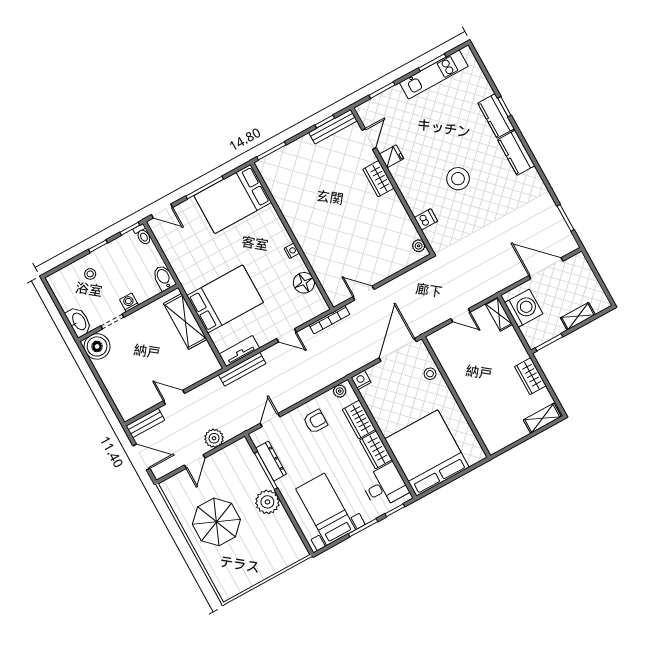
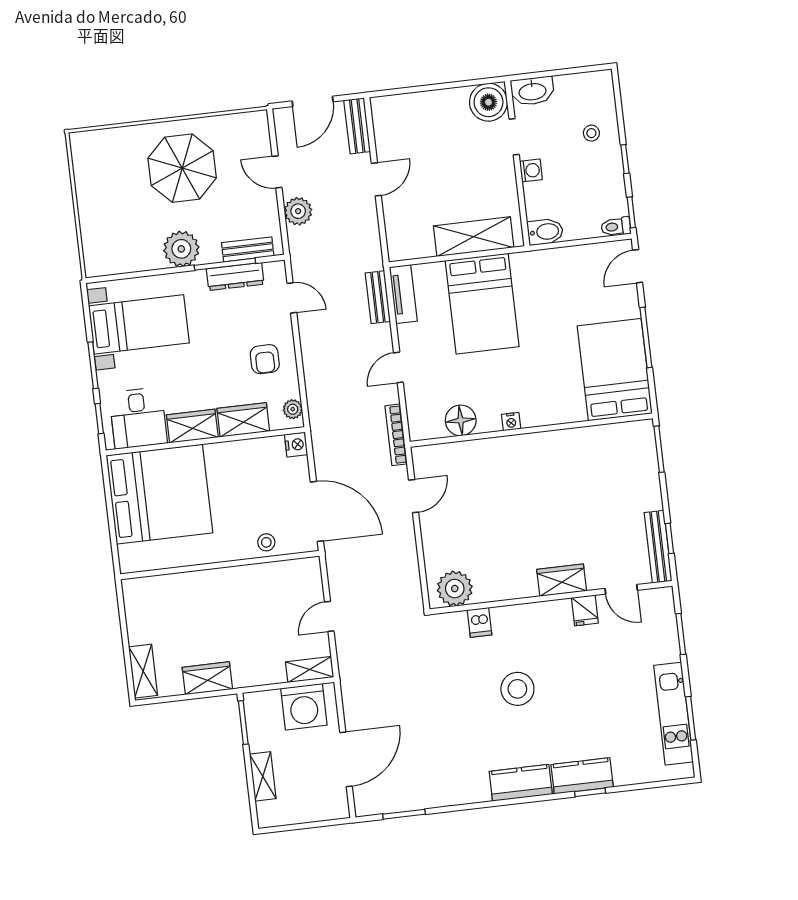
plant: (419, 246) -> (455, 589), width x1.87, depth x1.87
bench: (242, 369) -> (378, 297), width x0.73
bench: (251, 460) -> (248, 249), added

